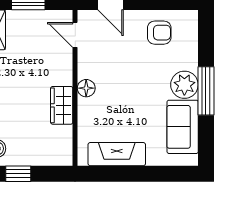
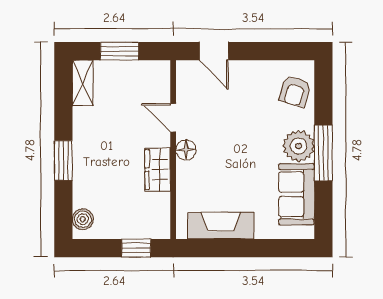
armchair: (159, 33) -> (295, 91), moved, turned 107
door: (75, 35) -> (173, 118), moved
window: (18, 174) -> (136, 248), moved

